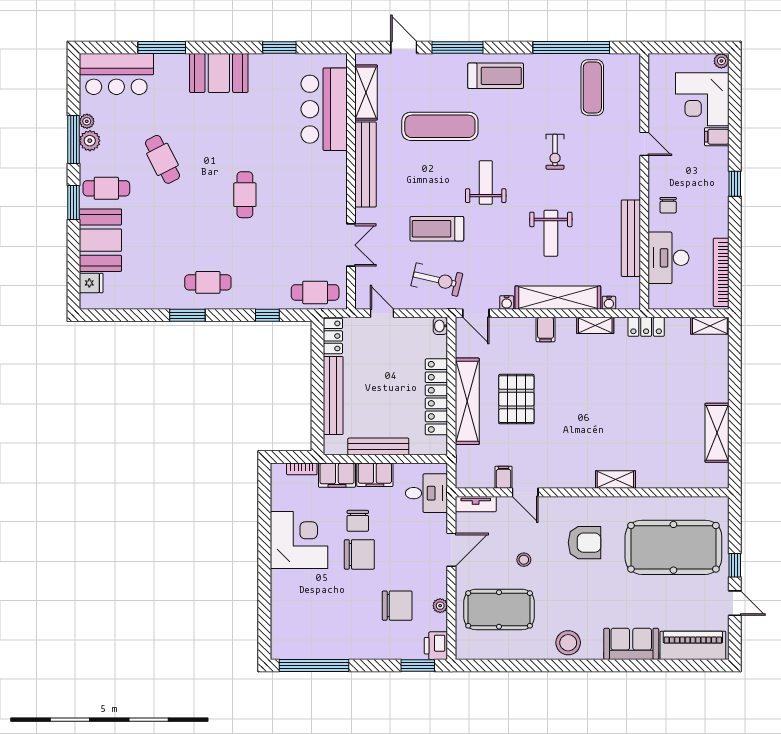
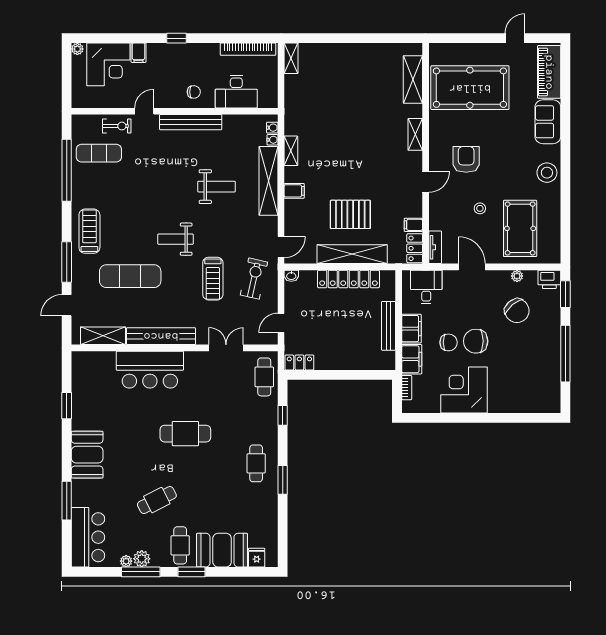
bar counter: (324, 109) -> (150, 370), moved
exercise mat: (440, 126) -> (130, 276), turned 90
exercise bike: (555, 152) -> (117, 126), moved
cafe table: (245, 195) -> (185, 434), width x1.37, depth x1.35
bench: (631, 238) -> (191, 122), moved
water cooler: (507, 302) -> (272, 128), moved
locker: (646, 327) -> (415, 248), moved, turned 180
bench: (333, 396) -> (347, 362), removed
shelving: (717, 433) -> (413, 79), moved, turned 90
door: (525, 492) -> (426, 182), moved
pool table: (673, 547) -> (470, 88), turned 90
chair: (359, 554) -> (476, 341), turned -90
window: (735, 565) -> (484, 38), removed
chair: (397, 606) -> (517, 311), turned 140
window: (314, 666) -> (565, 354), moved

